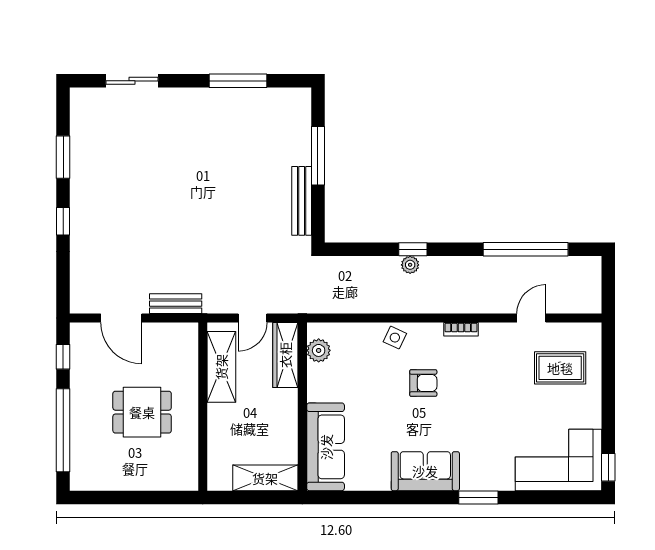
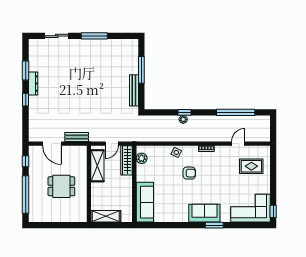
window: (238, 81) -> (94, 36), moved
dresser: (80, 186) -> (33, 84), added
sofa: (425, 471) -> (204, 213), moved
shelving: (265, 478) -> (106, 216), moved

